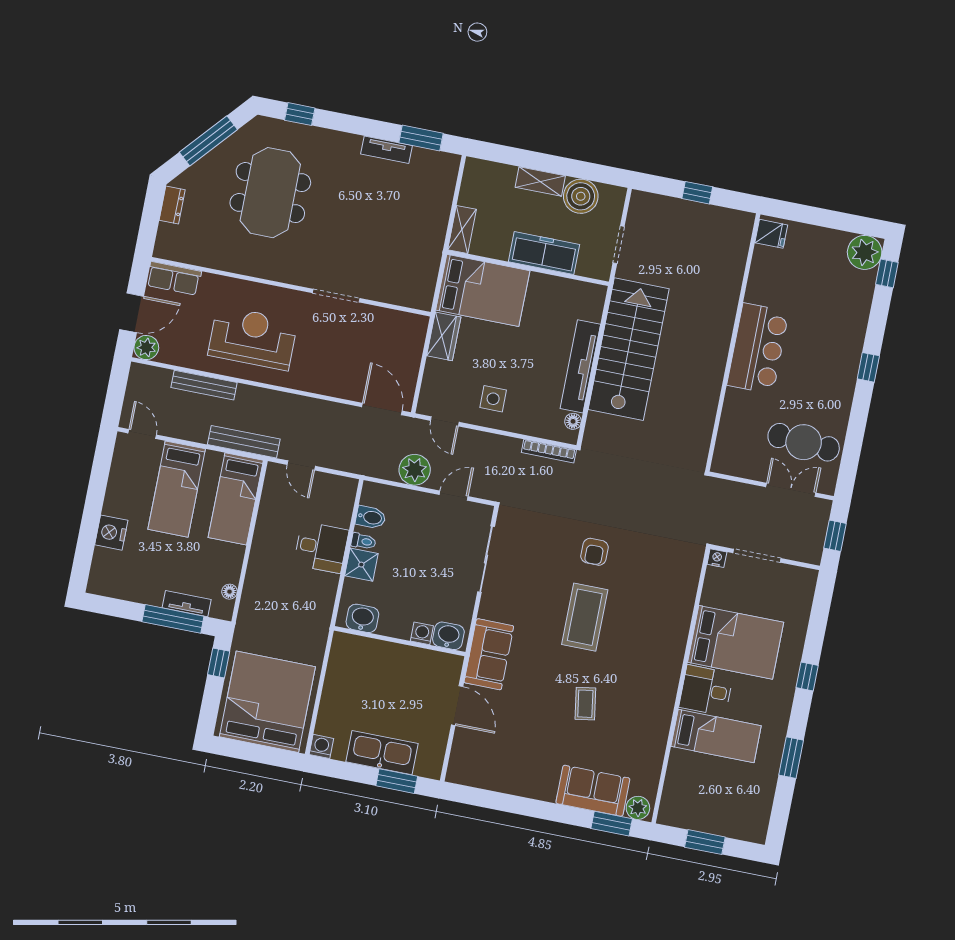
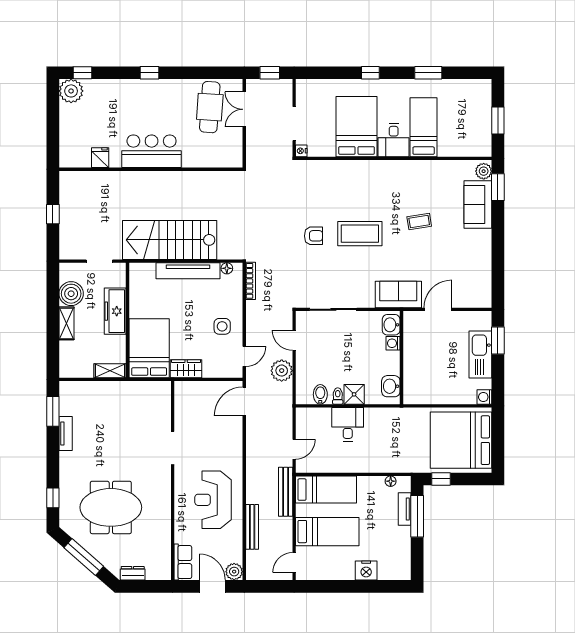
fridge: (771, 234) -> (100, 158), moved

